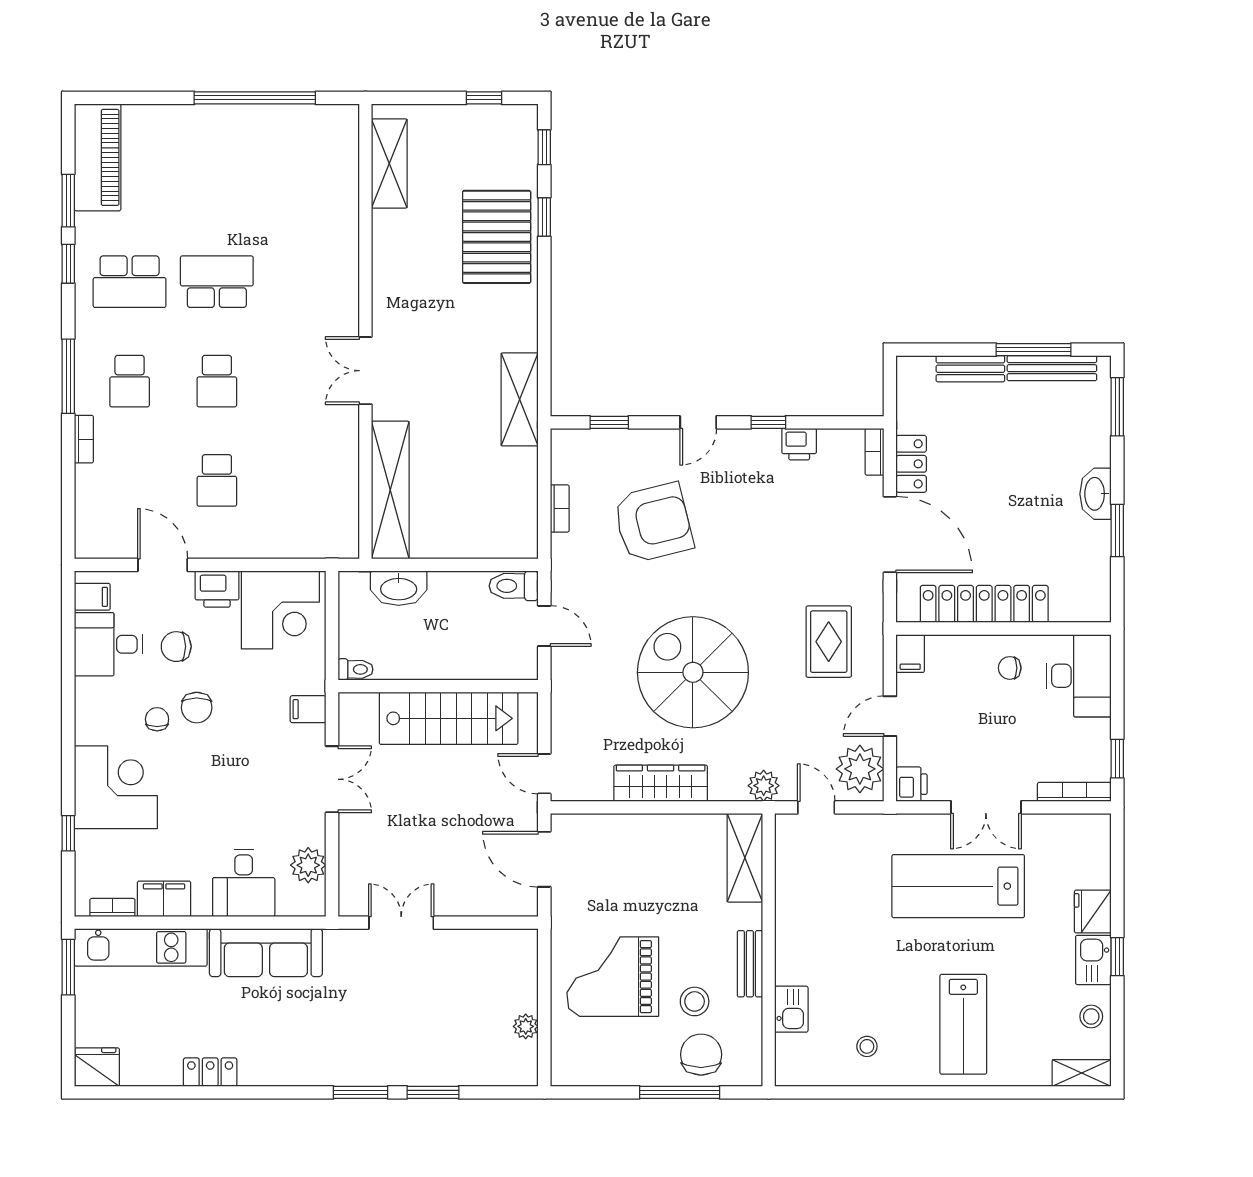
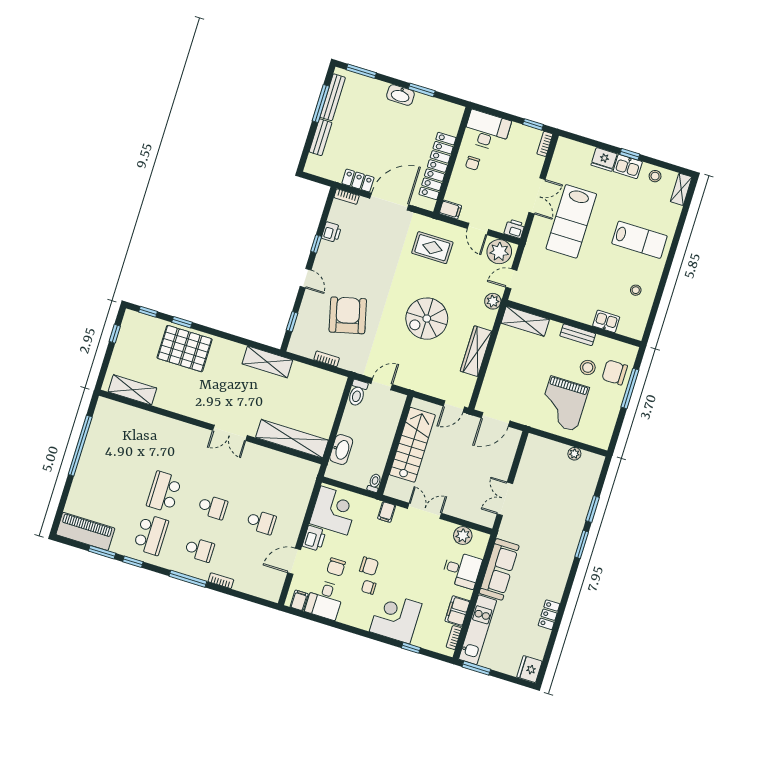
spiral stairs: (693, 672) -> (427, 319), width x0.73, depth x0.73
bookcase: (1074, 792) -> (545, 144), width x0.64

